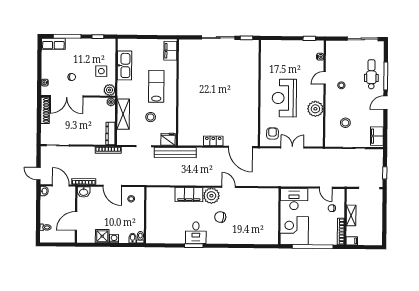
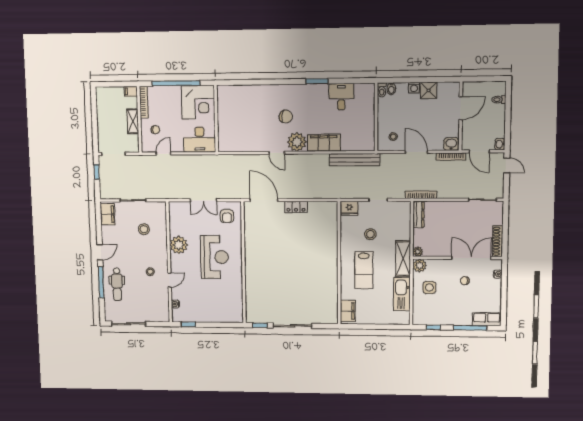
shelving: (123, 114) -> (403, 259), moved
bench: (175, 153) -> (354, 160), moved
door: (326, 188) -> (163, 154), hinge flipped
desk: (196, 233) -> (341, 97), moved

